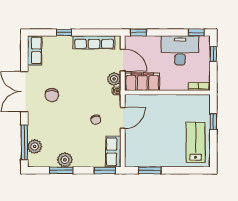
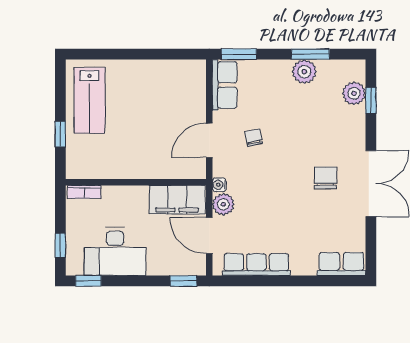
window: (64, 32) -> (306, 281), removed
row of seats: (35, 50) -> (341, 264), moved, turned 90
window: (24, 142) -> (371, 101), width x0.46
window: (150, 170) -> (165, 54), removed

